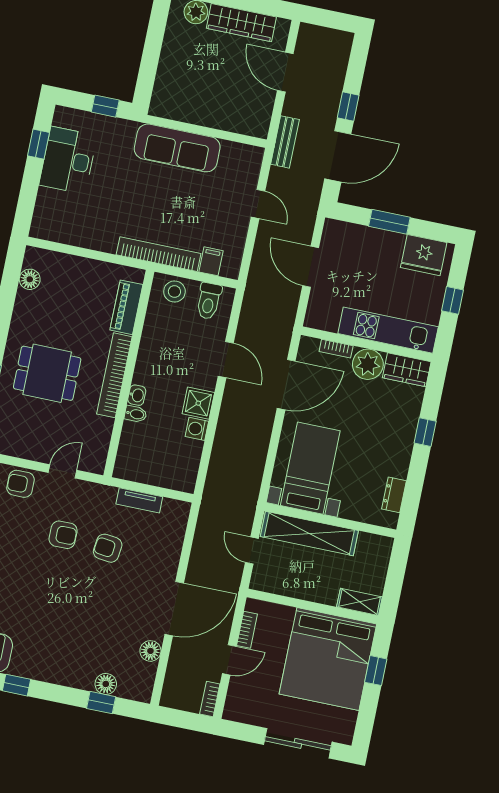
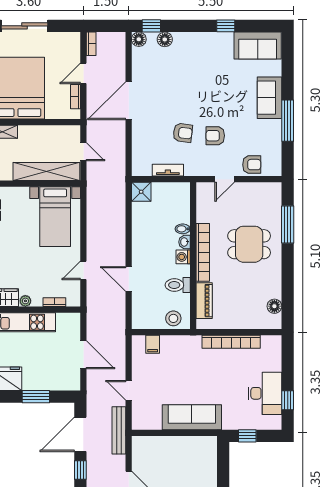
bench: (285, 142) -> (119, 430), width x1.36
bookcase: (159, 254) -> (231, 342), moved
toilet: (209, 301) -> (178, 285), moved, turned -90
plant: (368, 364) -> (25, 301), width x0.53, depth x0.53
door: (286, 385) -> (83, 270), width x0.53
shower: (198, 403) -> (141, 192), moved
washing machine: (197, 429) -> (183, 257), moved, turned 180
floor lamp: (150, 651) -> (139, 39), moved
window: (101, 703) -> (151, 26), moved

